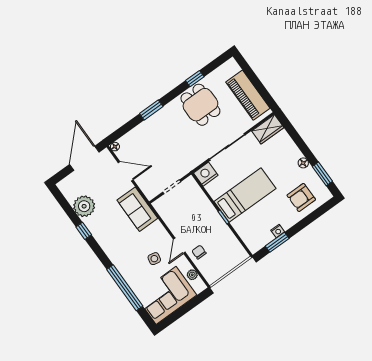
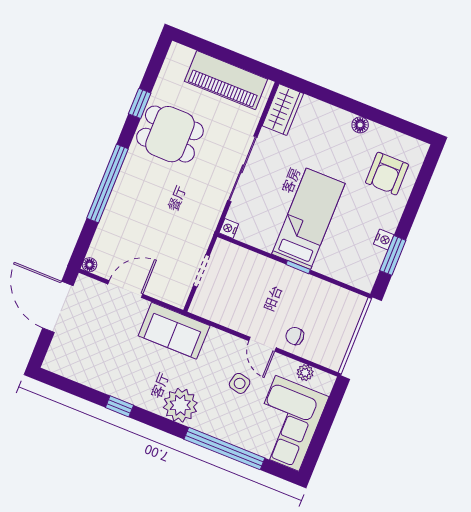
window: (151, 110) -> (108, 183), width x2.11
nightstand: (206, 174) -> (229, 228), width x0.53, depth x0.56
window: (322, 174) -> (395, 123), removed
plant: (84, 206) -> (180, 405), moved

